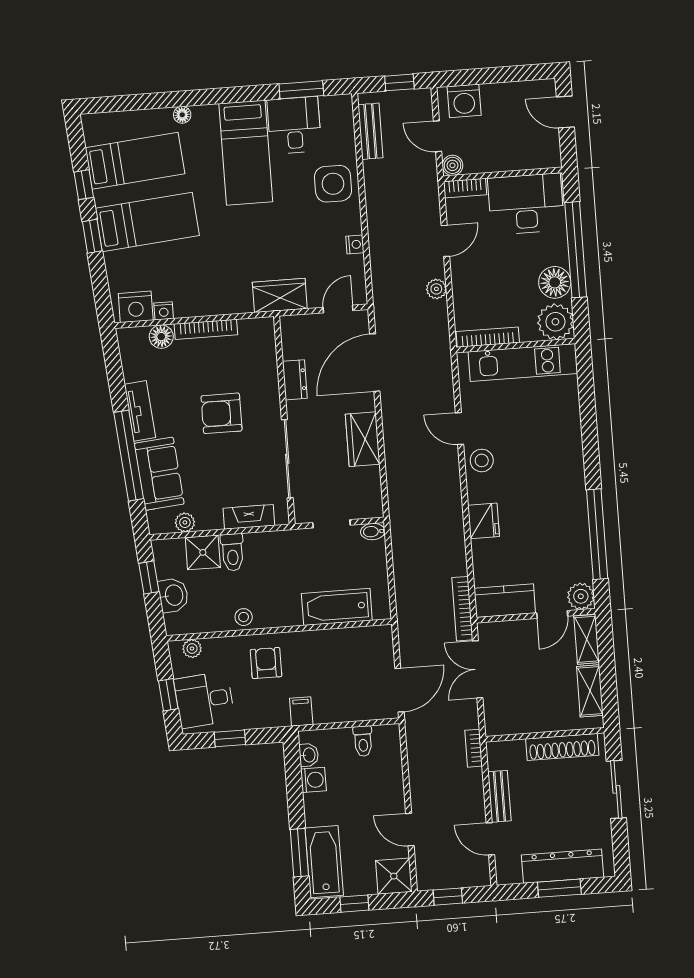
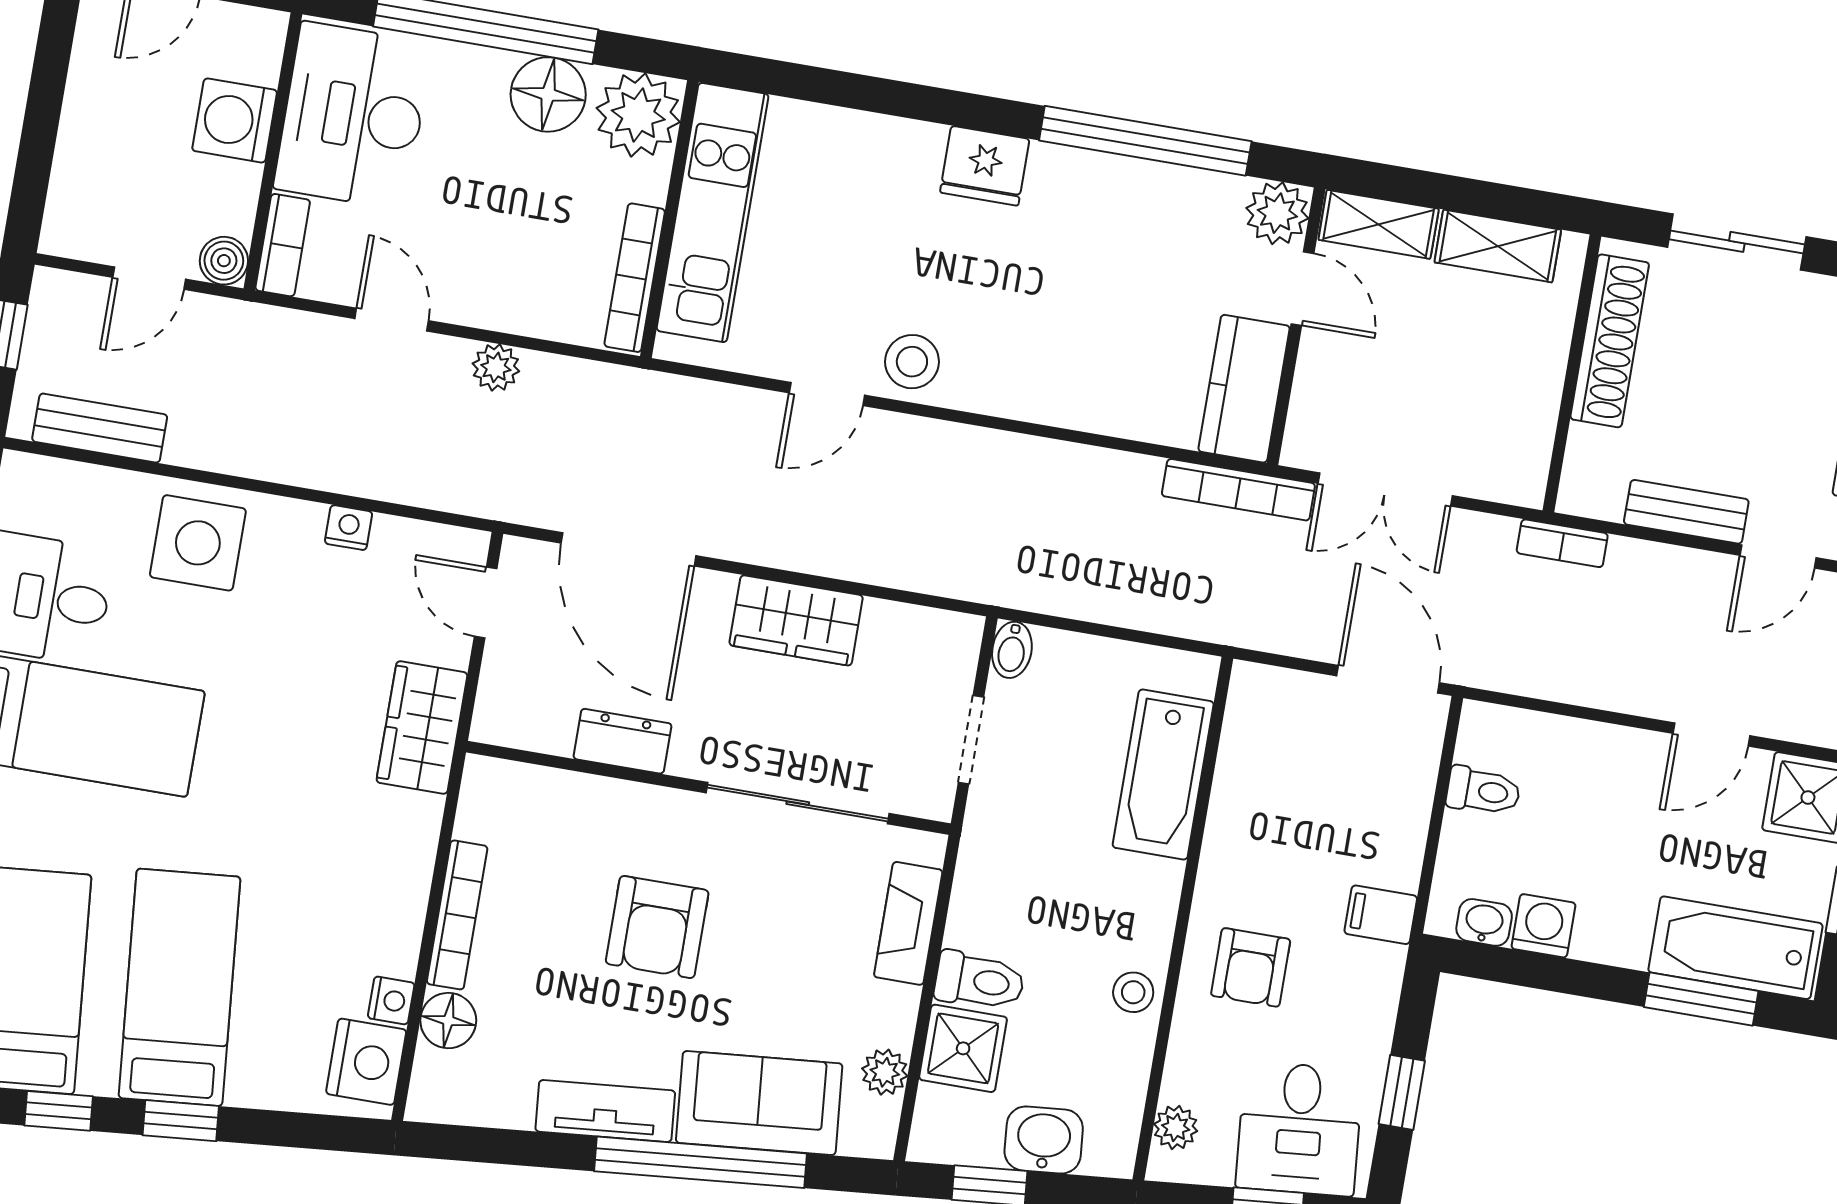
washing machine: (464, 101) -> (235, 120), moved, turned 180
fridge: (484, 521) -> (985, 166), moved, turned 180
armchair: (266, 663) -> (1251, 967), turned -90

